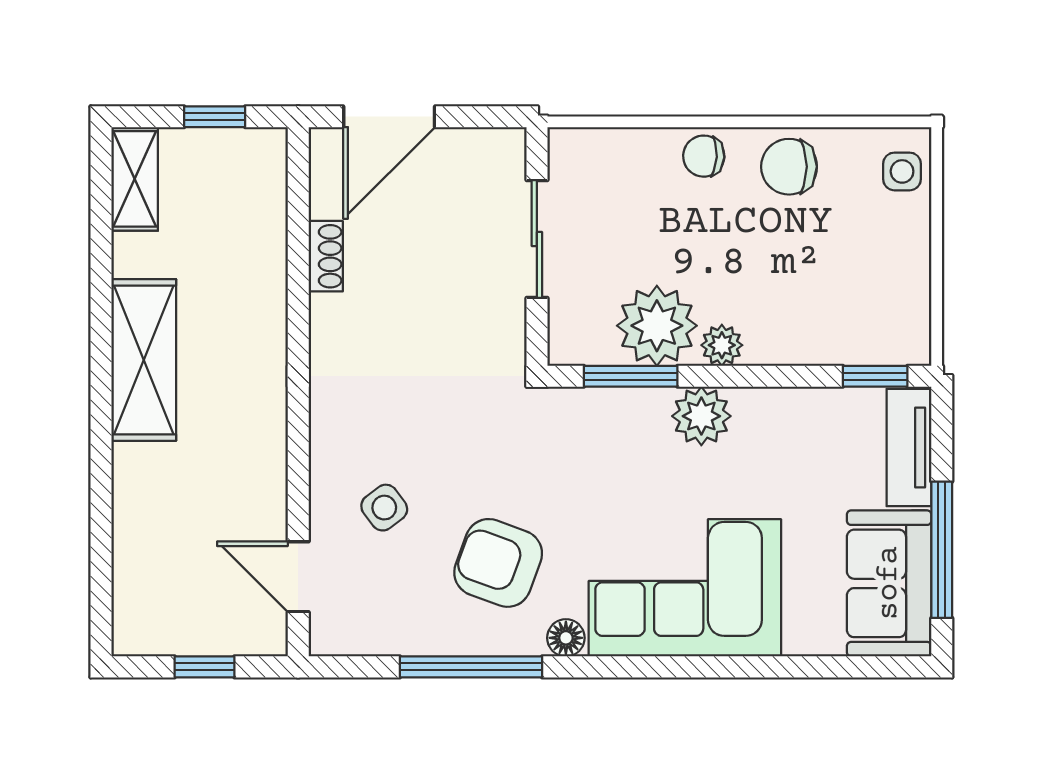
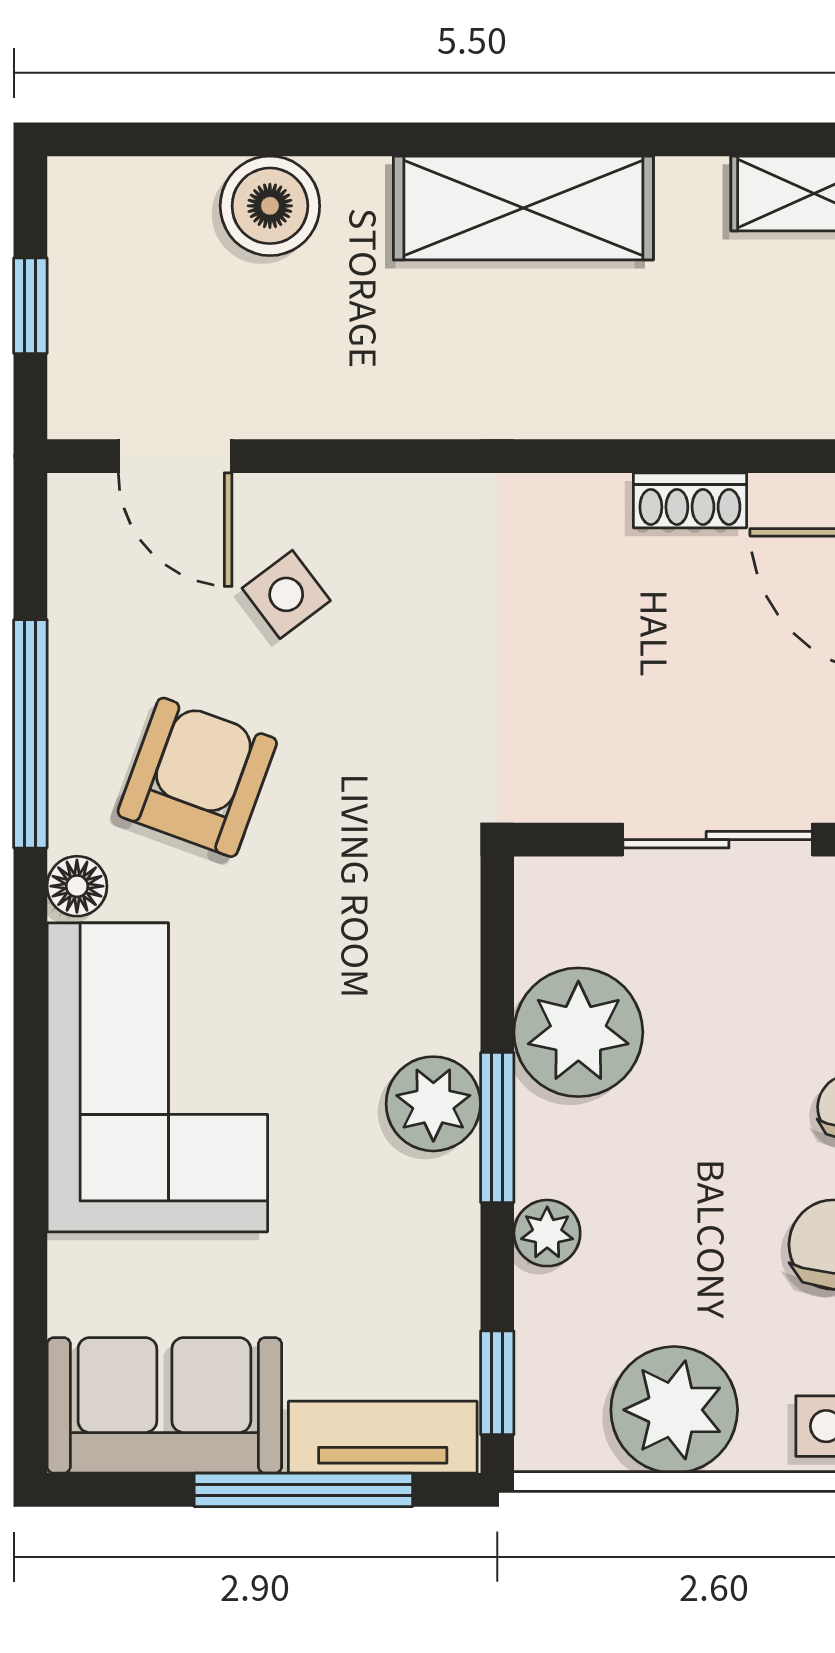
plant: (892, 266) -> (674, 1410), added
plant: (722, 345) -> (547, 1233), moved
window: (631, 376) -> (497, 1127), moved
boiler: (142, 518) -> (270, 206), added
window: (942, 550) -> (303, 1490), moved
door: (298, 577) -> (175, 456), swing flipped

